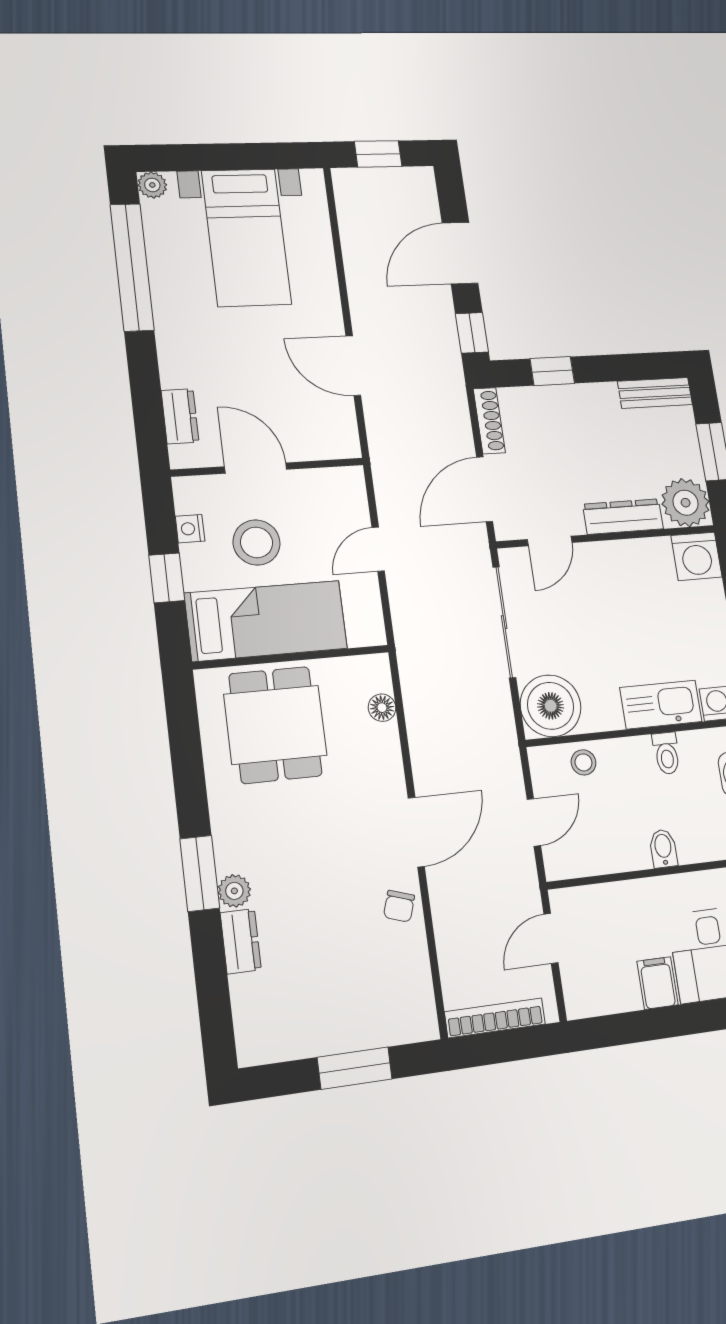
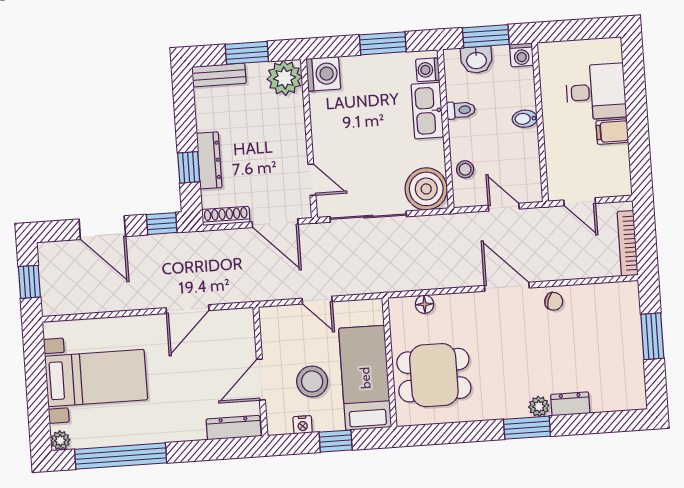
bench: (655, 393) -> (219, 75), moved, turned 90
dresser: (180, 416) -> (234, 428), width x1.44
dresser: (623, 517) -> (209, 160), moved, turned 180

